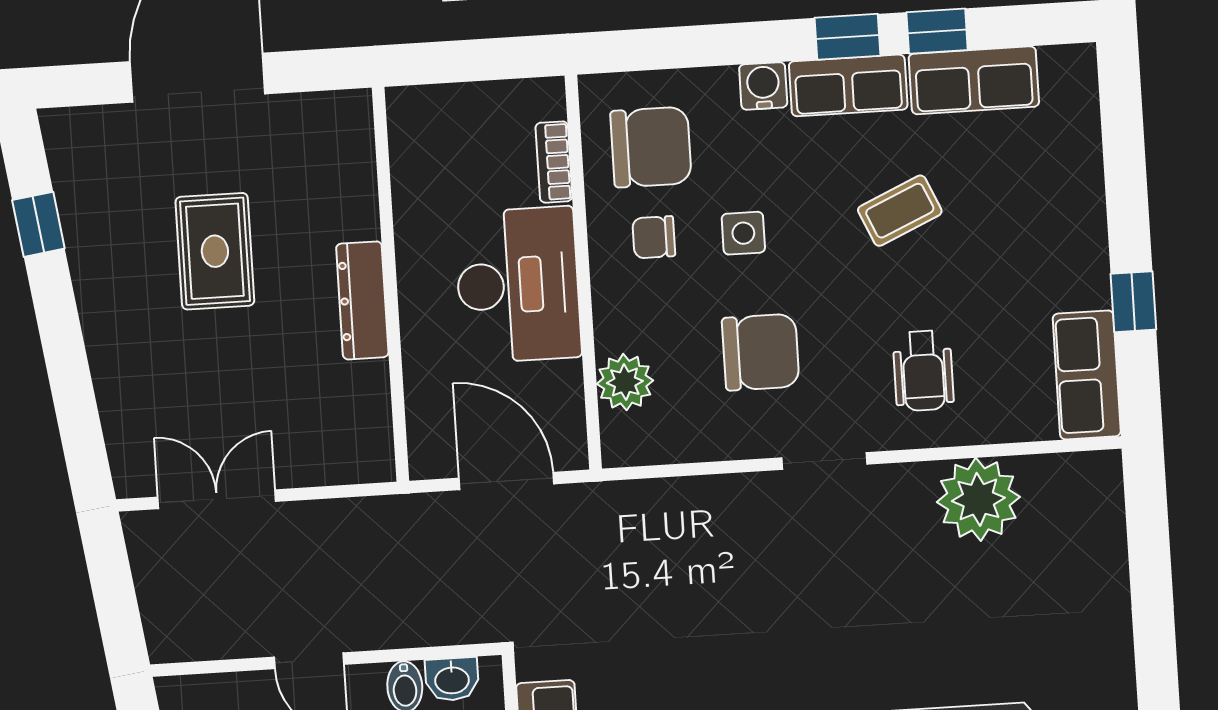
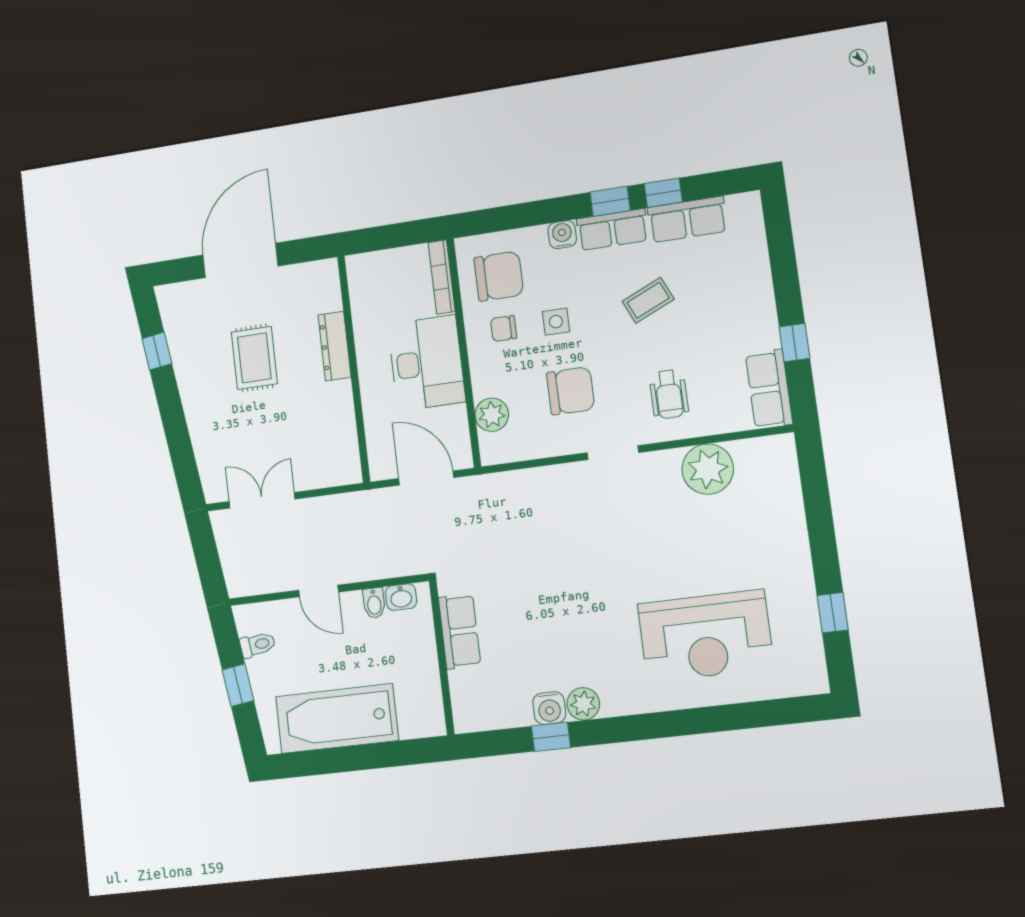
bookcase: (554, 162) -> (442, 277), width x1.56
dresser: (362, 300) -> (335, 346), moved

